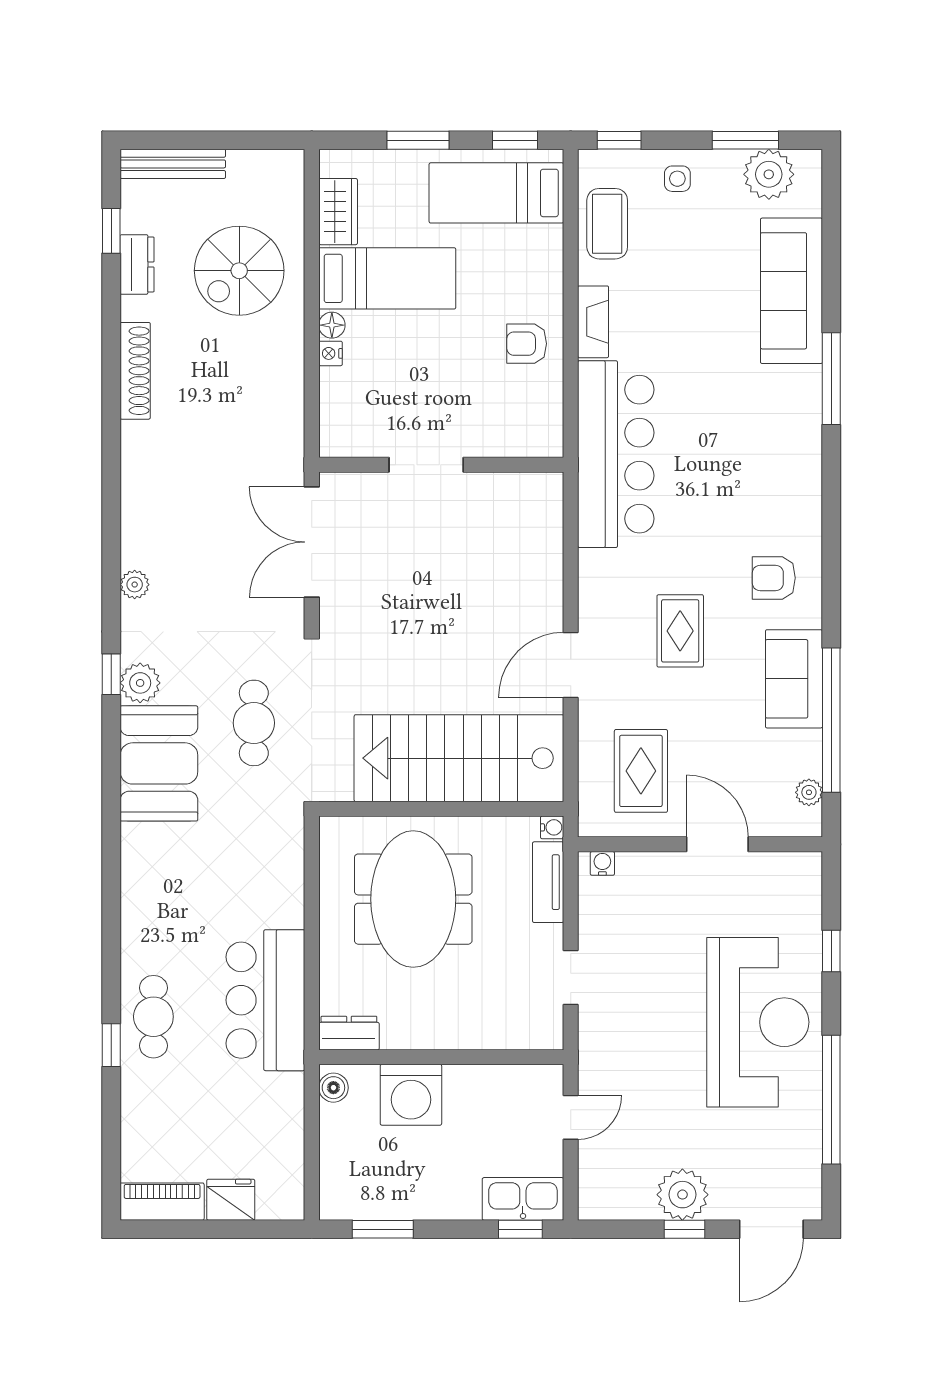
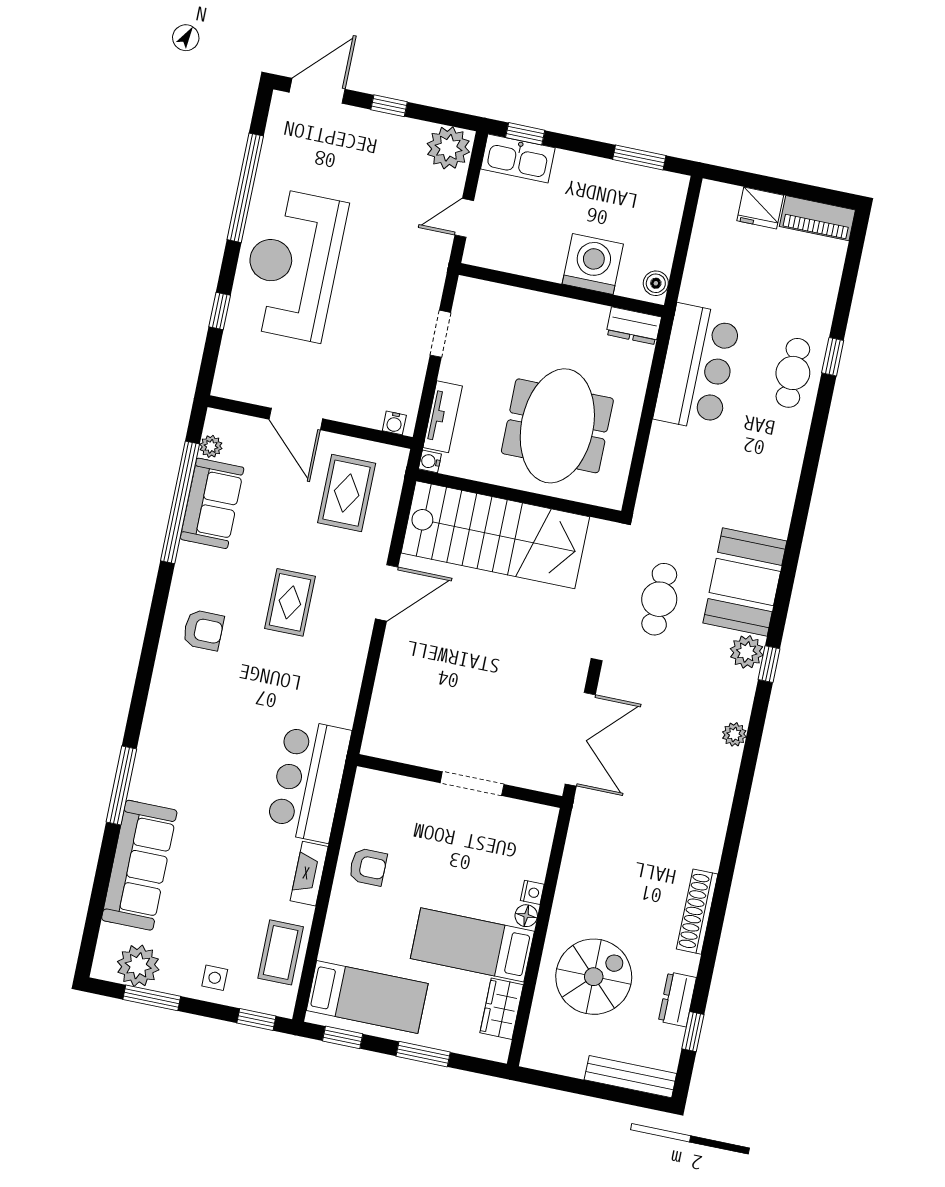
bar counter: (616, 454) -> (309, 781), width x0.73
sofa: (794, 679) -> (212, 503), moved
plant: (682, 1195) -> (448, 148), moved

